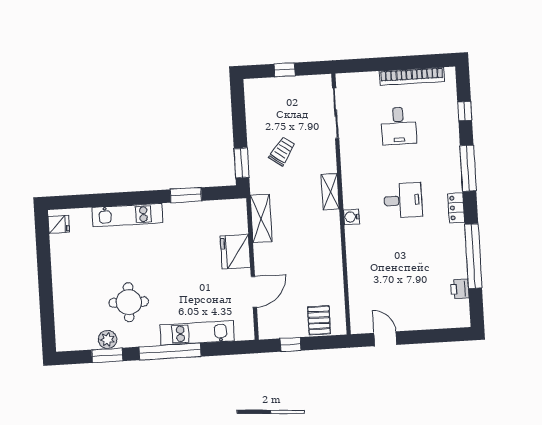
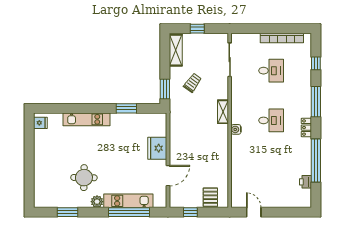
desk: (399, 126) -> (271, 71), turned -90
shelving: (261, 219) -> (176, 50), moved
plant: (108, 340) -> (97, 202), moved
window: (170, 352) -> (129, 212), moved

